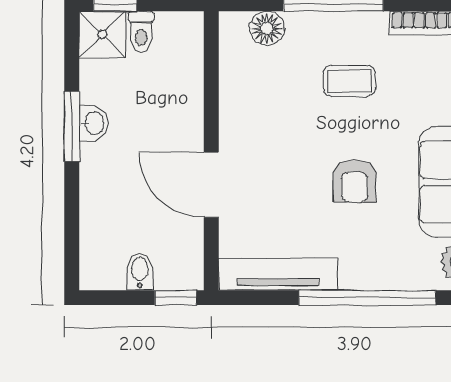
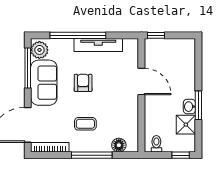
toilet: (141, 32) -> (156, 144), moved
shower: (102, 34) -> (186, 125), moved
bidet: (140, 272) -> (171, 46), removed
tv unit: (278, 274) -> (98, 45), moved

